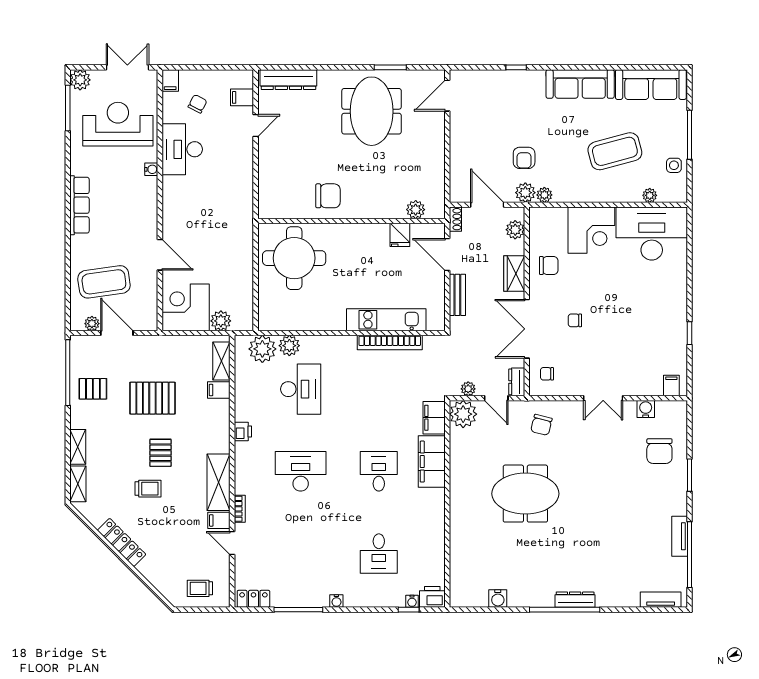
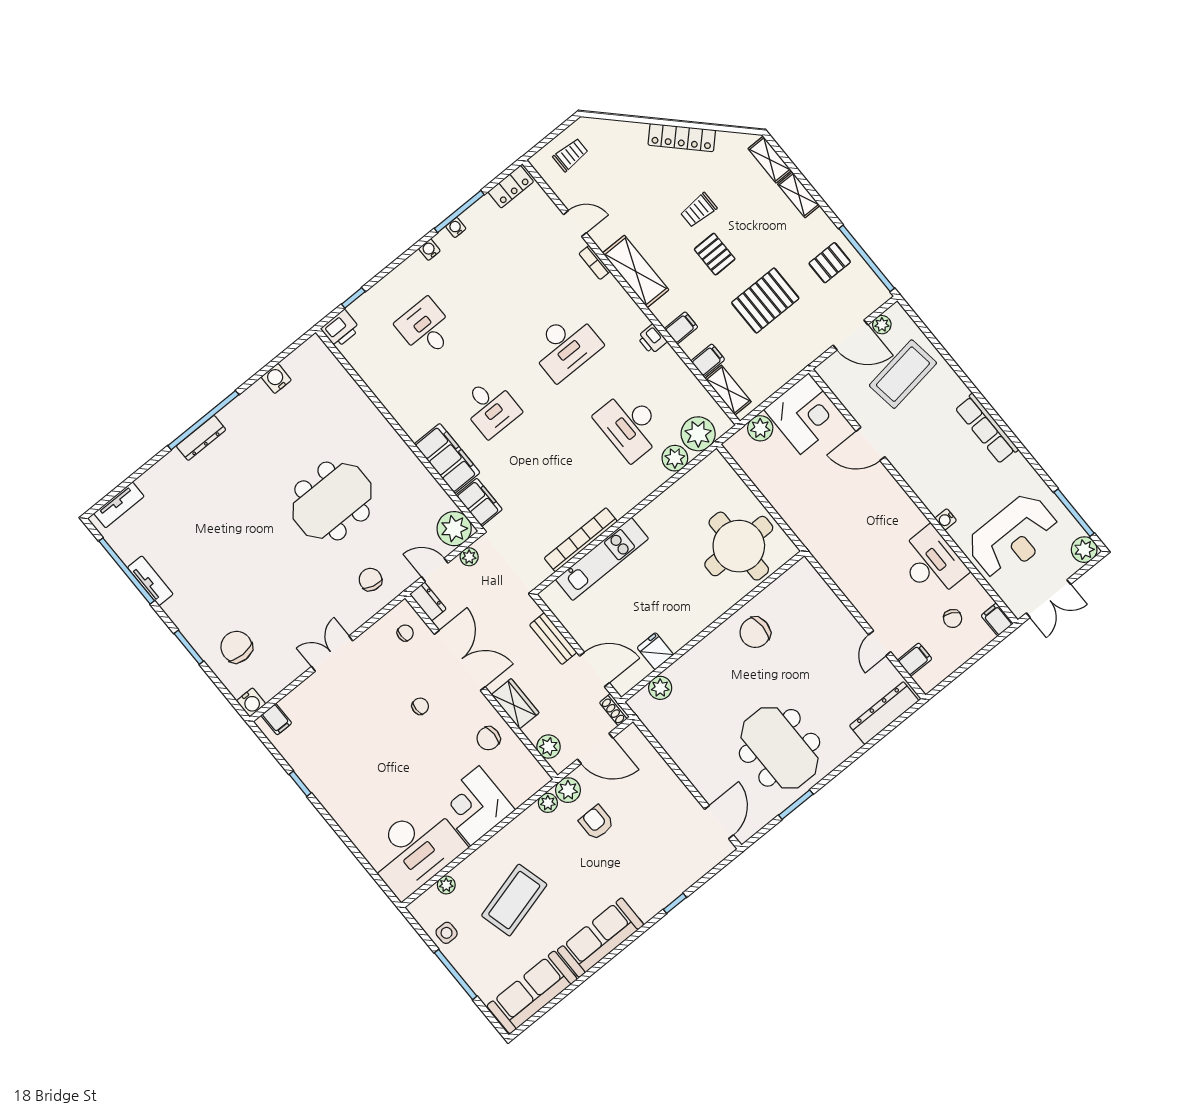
water cooler: (646, 409) -> (251, 702), moved
filing cabinet: (219, 520) -> (681, 328), moved
water cooler: (412, 601) -> (456, 228), moved

